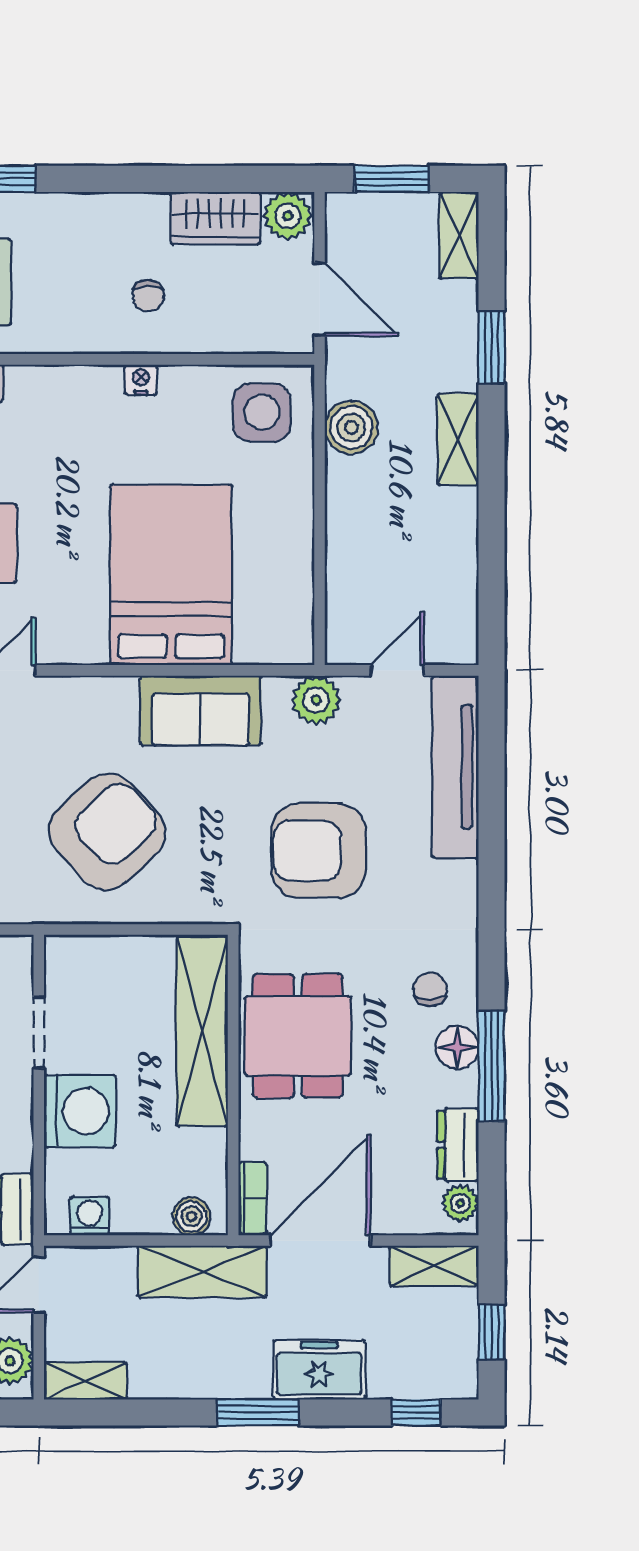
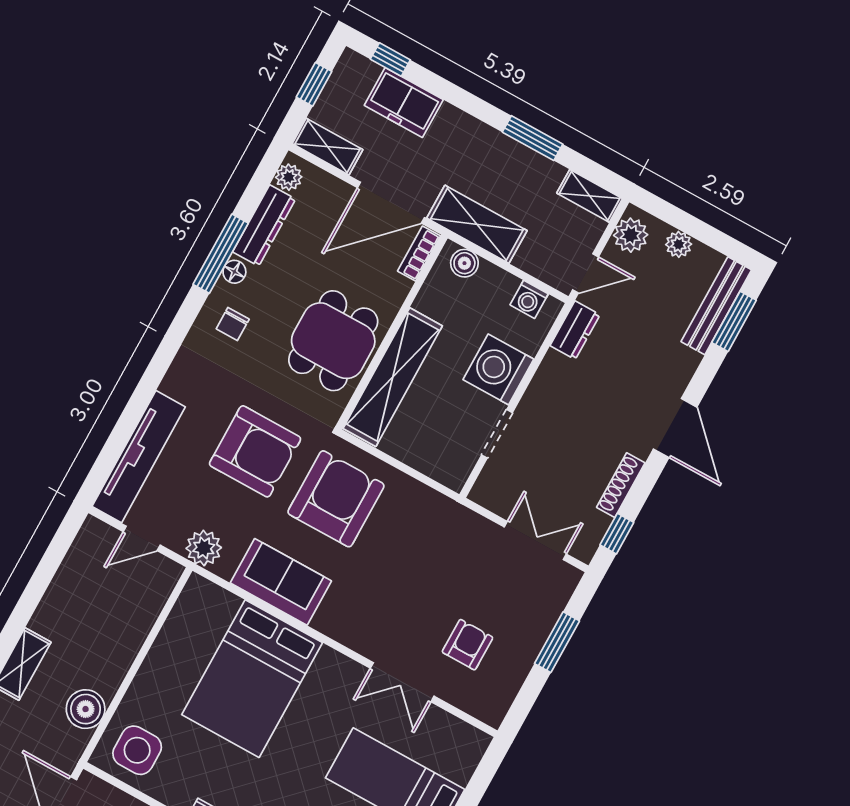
armchair: (107, 832) -> (336, 499), moved, turned 133
floor lamp: (457, 1047) -> (234, 272), width x0.73, depth x0.73
dresser: (458, 1145) -> (264, 225), width x1.44
freezer: (319, 1370) -> (404, 102), moved
window: (258, 1412) -> (533, 138), moved

